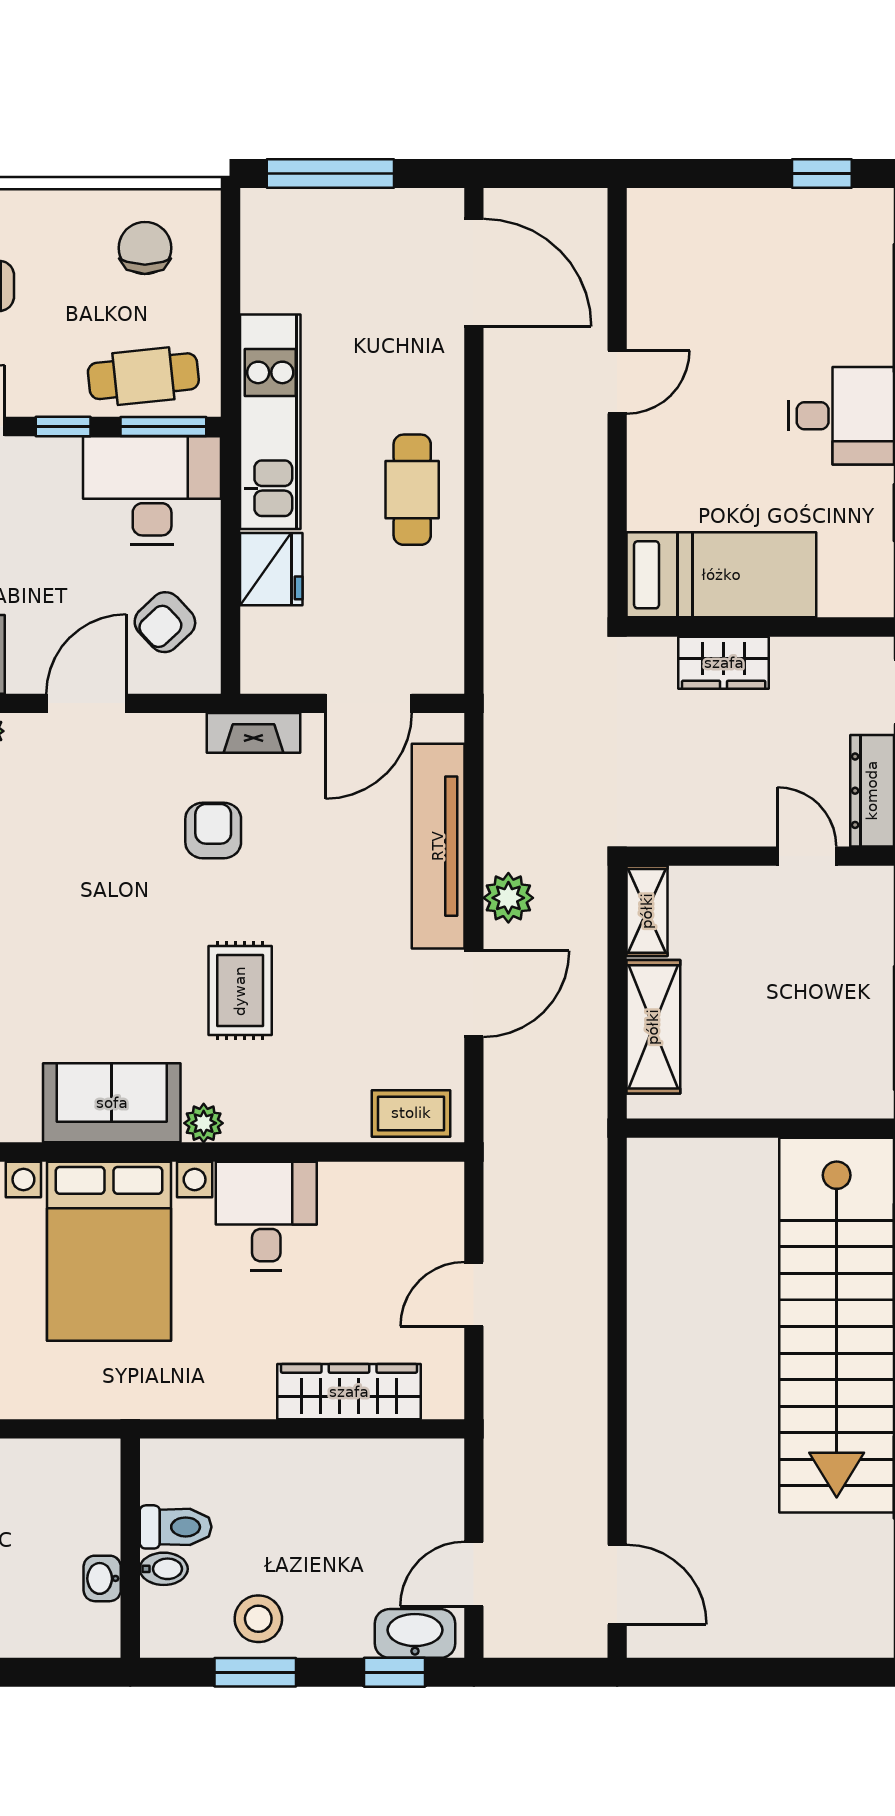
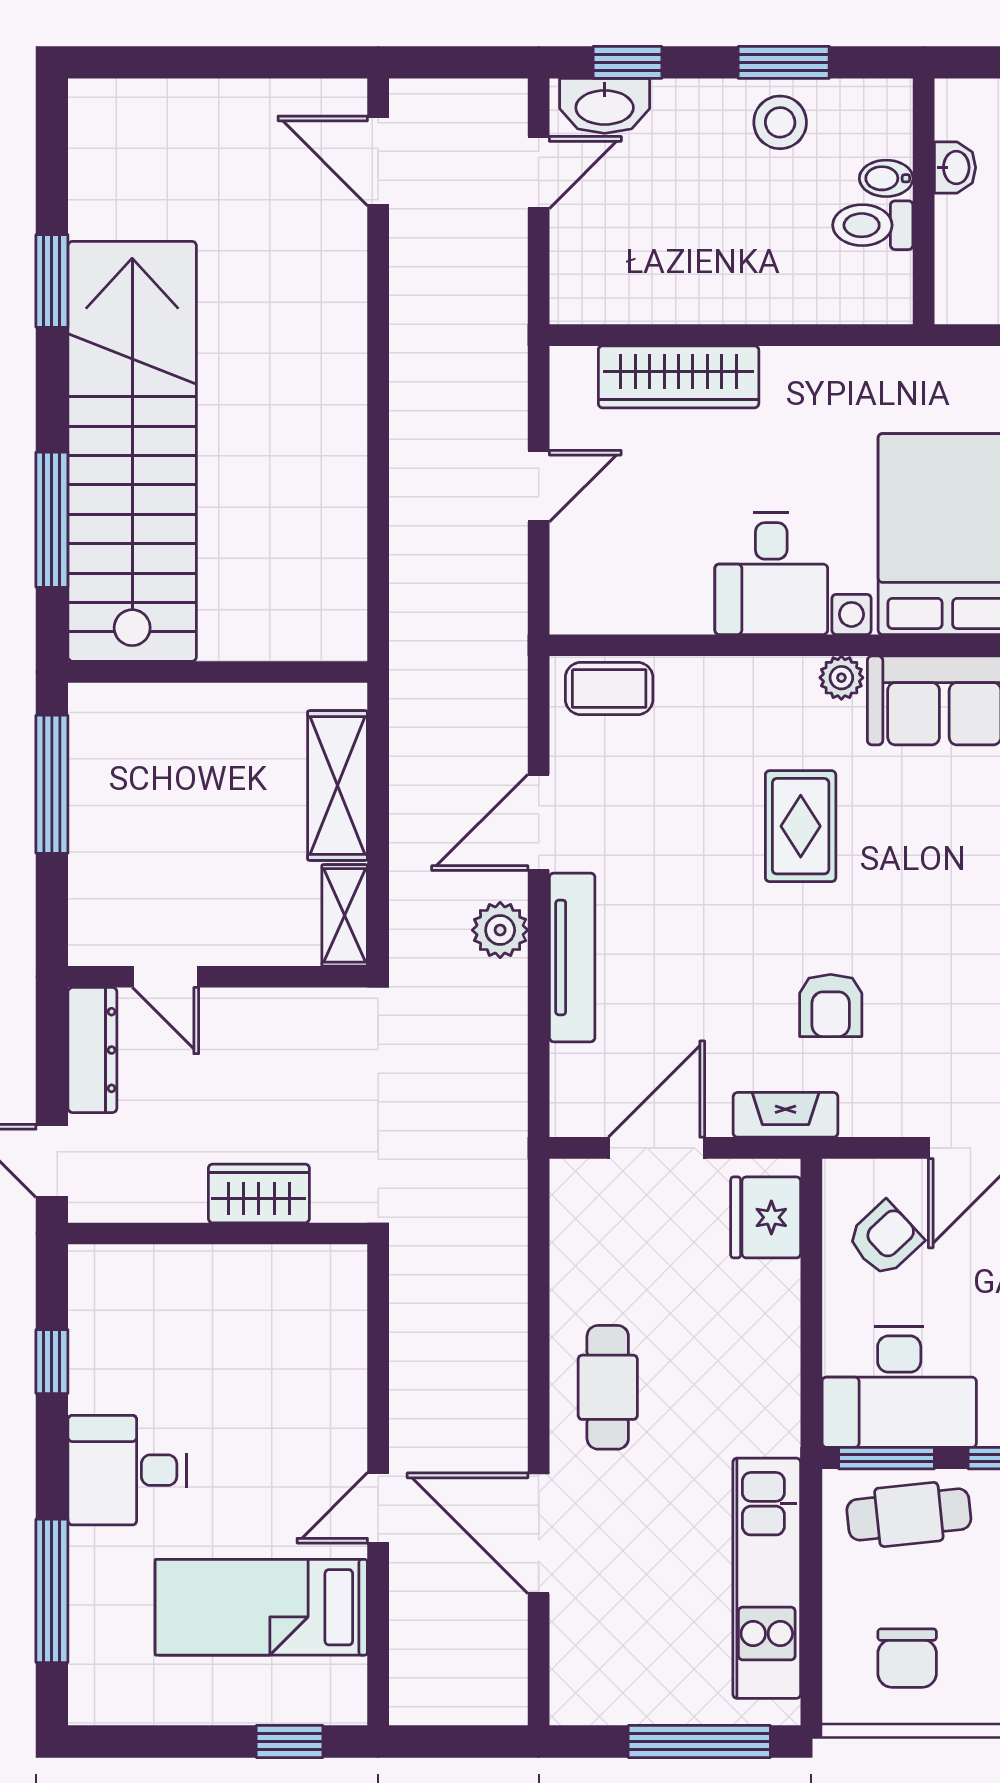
window: (822, 174) -> (290, 1742), moved
door: (474, 273) -> (539, 1533), moved
kitchen unit: (270, 422) -> (767, 1578), moved
fridge: (271, 569) -> (766, 1217), moved
bed: (721, 575) -> (261, 1607), moved
tv unit: (438, 846) -> (572, 957), width x0.73, depth x0.78

